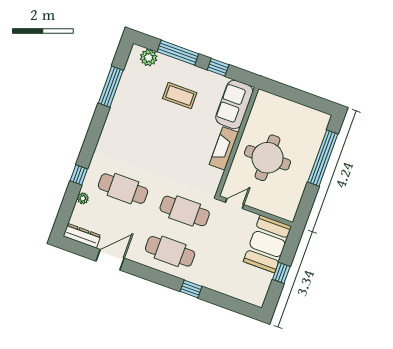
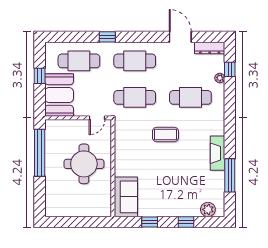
window: (178, 53) -> (186, 222), width x0.46
coffee table: (180, 96) -> (165, 135), moved
fireplace: (224, 148) -> (218, 153), moved, turned 180
window: (323, 158) -> (40, 153), moved
window: (79, 175) -> (230, 69), moved
door: (110, 260) -> (180, 37), swing flipped
cafe table: (232, 274) -> (79, 61), added

